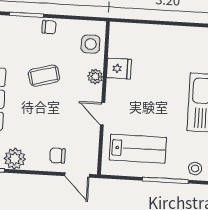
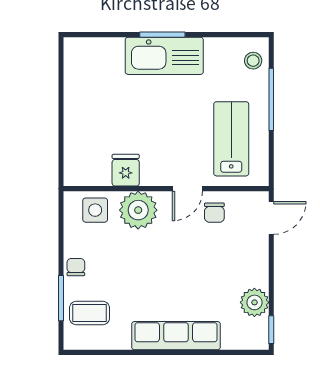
coffee table: (44, 76) -> (89, 313), moved, turned -75
plant: (95, 77) -> (138, 210), width x1.87, depth x1.87
chair: (57, 156) -> (214, 213), moved

